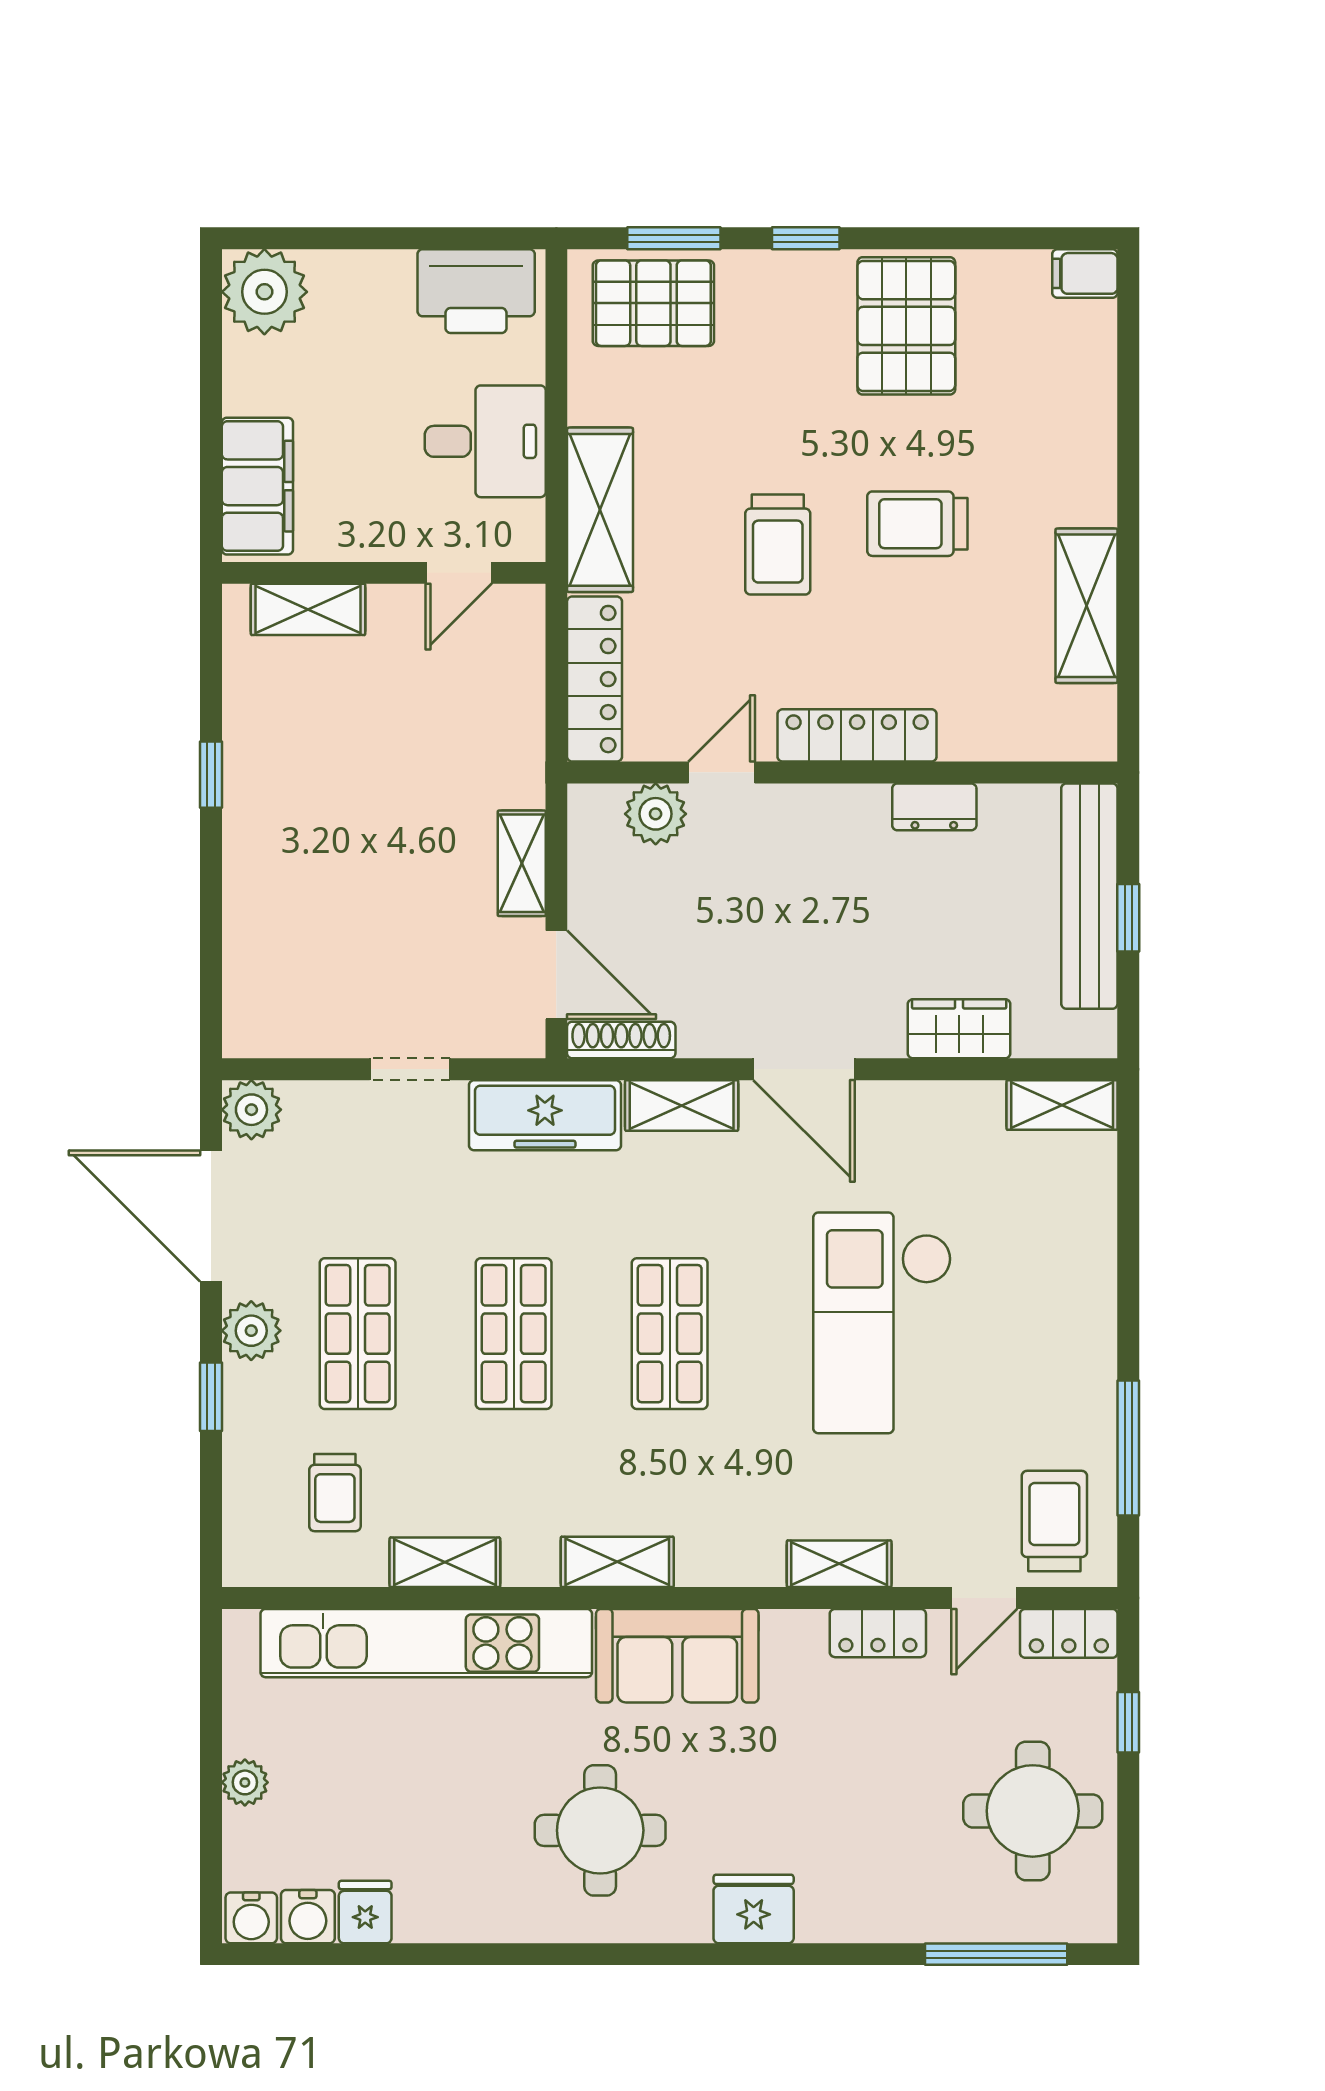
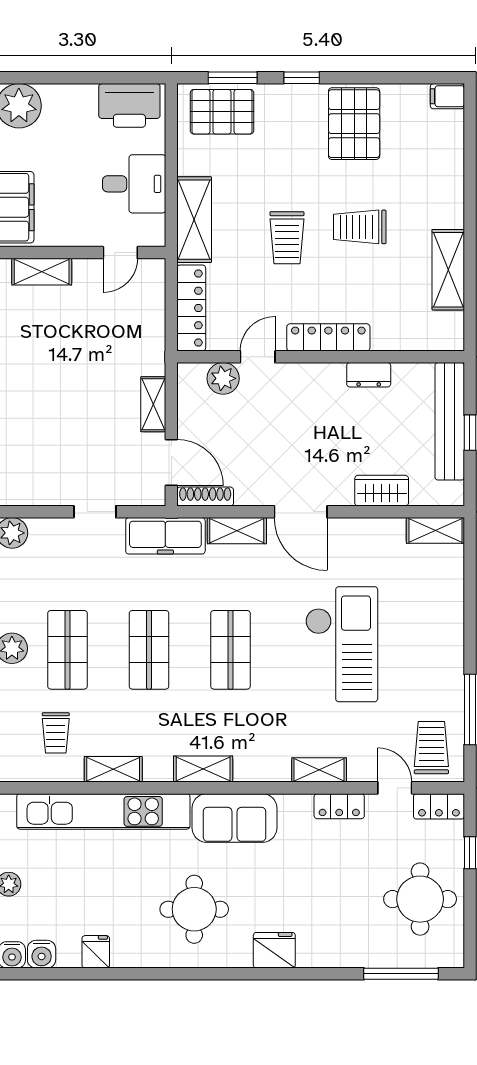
checkout: (882, 1323) -> (342, 644), turned 180
door: (984, 1598) -> (395, 788), swing flipped
fridge: (365, 1912) -> (96, 952), moved

